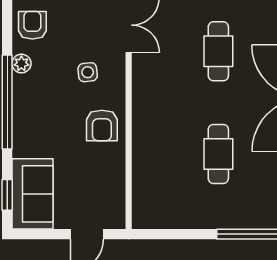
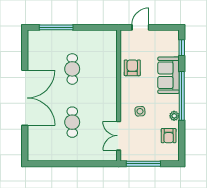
armchair: (102, 125) -> (132, 68), moved
sofa: (32, 194) -> (169, 75), moved

